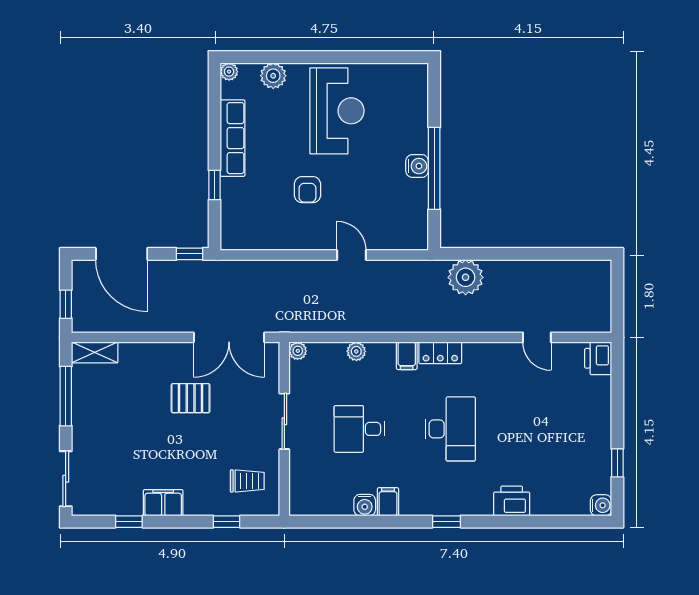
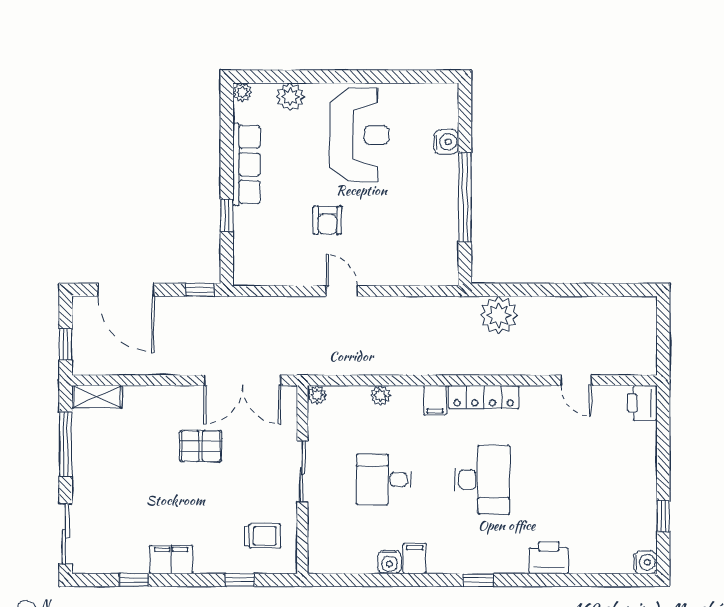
water cooler: (417, 166) -> (446, 142), moved
door: (351, 255) -> (342, 291), moved
locker: (440, 353) -> (484, 397), width x1.53

